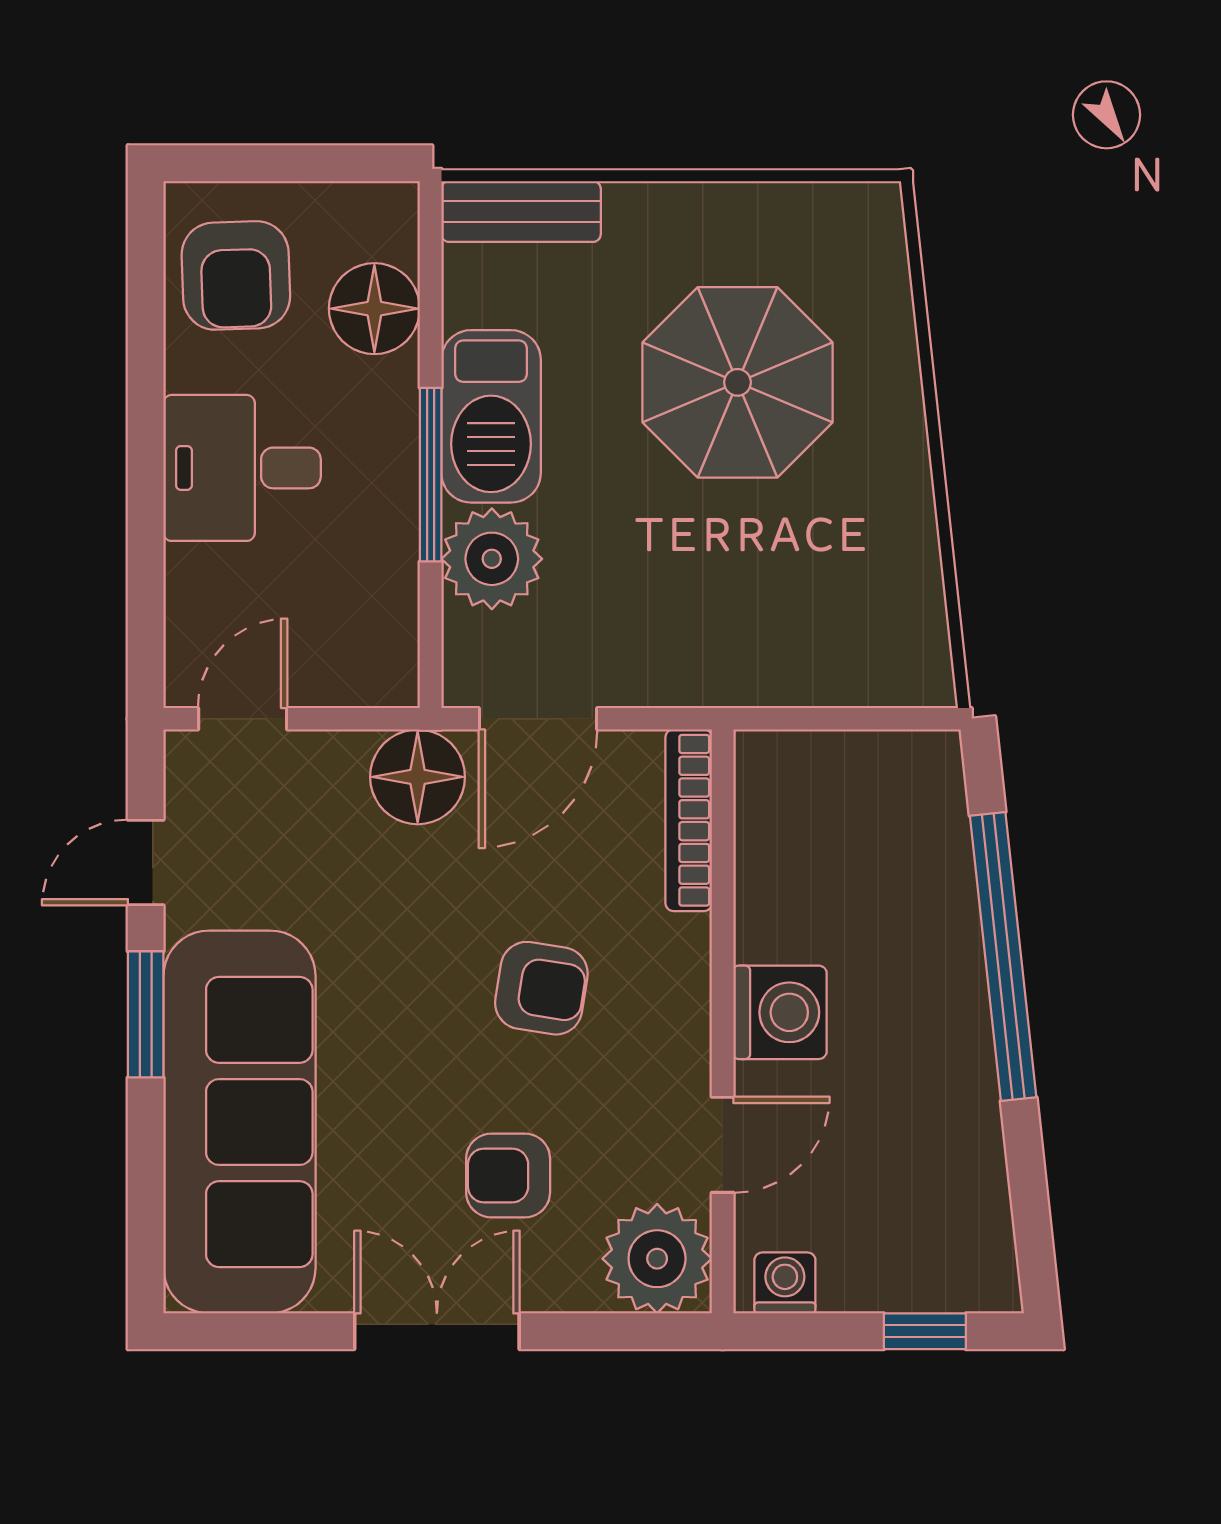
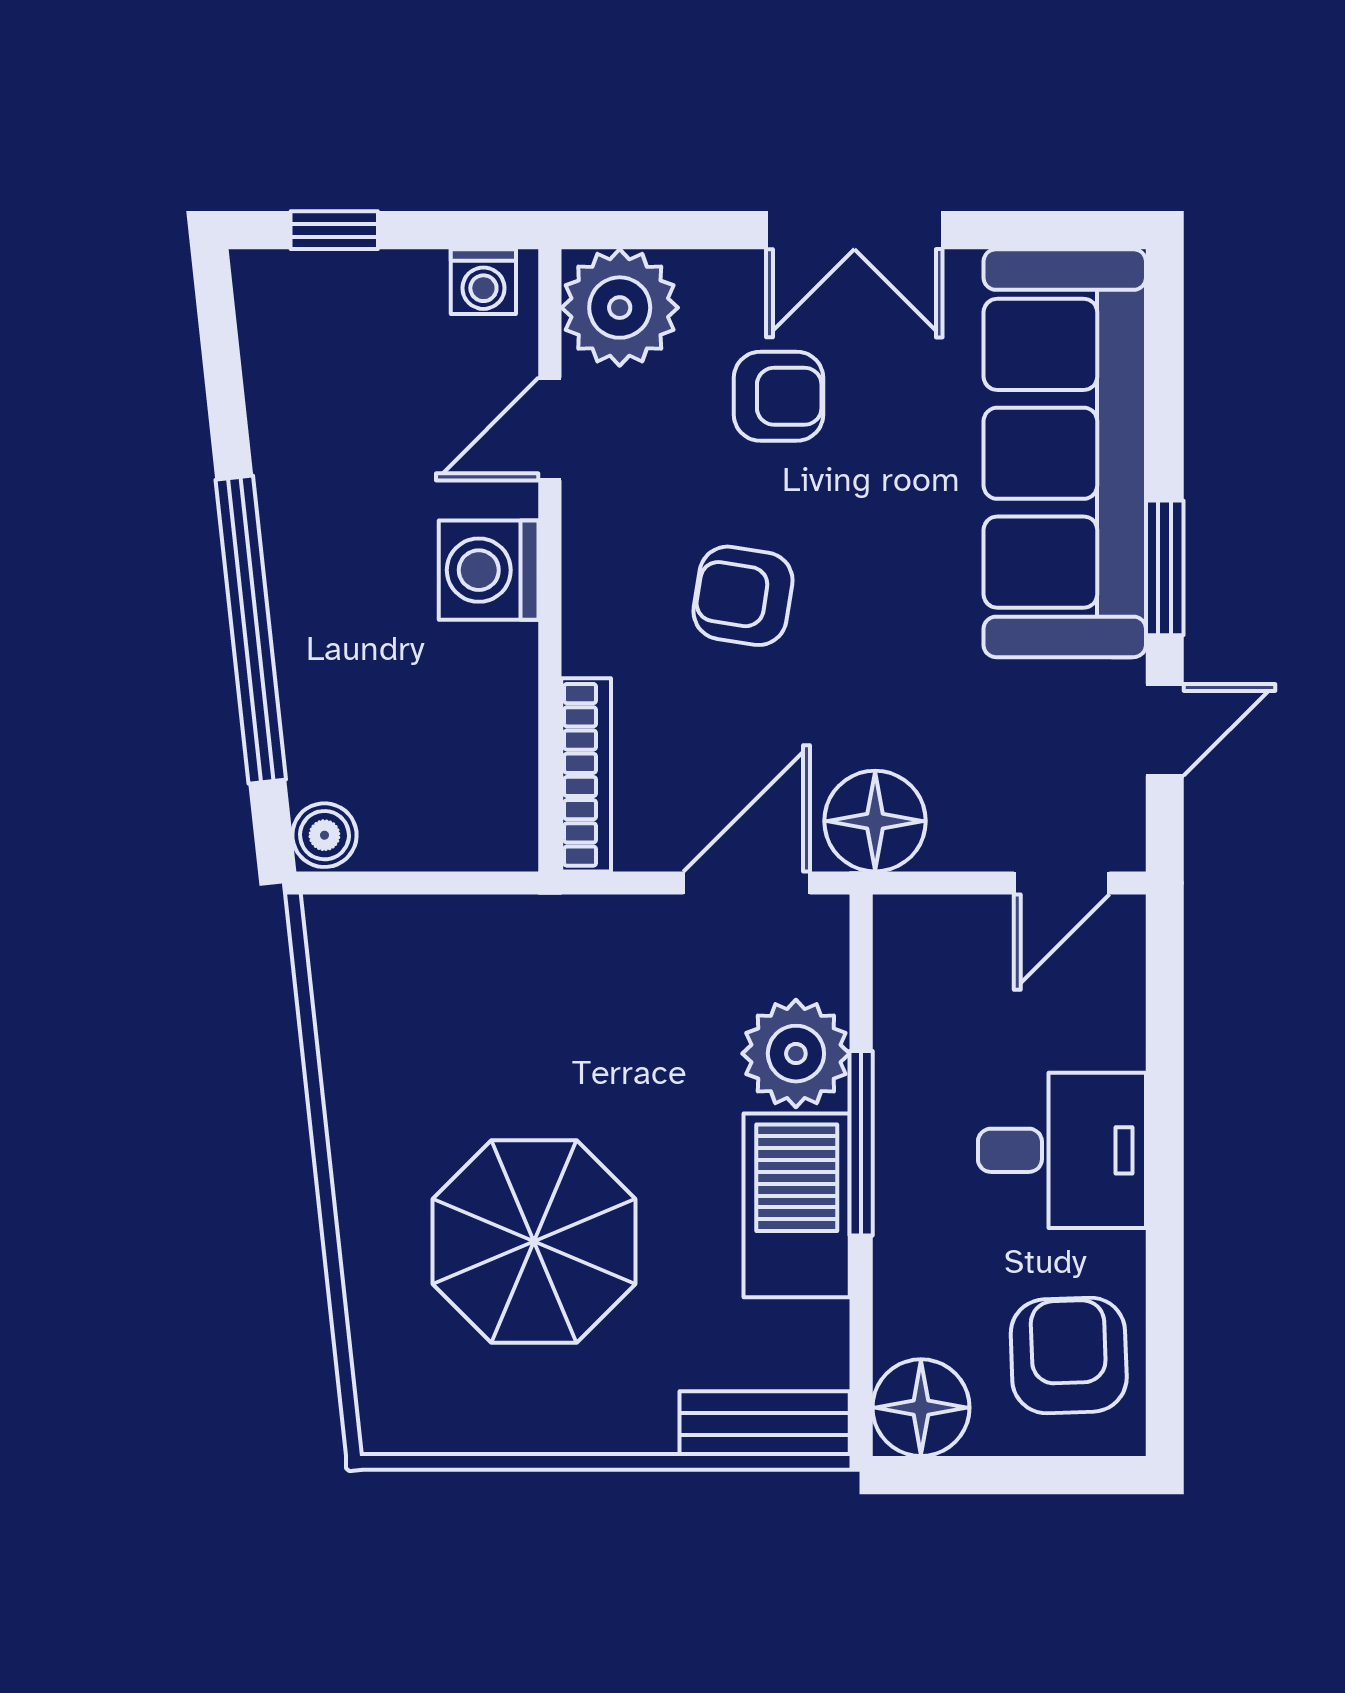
floor lamp: (374, 309) -> (921, 1408), moved
boiler: (934, 764) -> (324, 835), added

